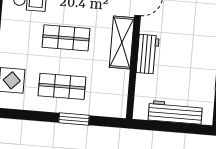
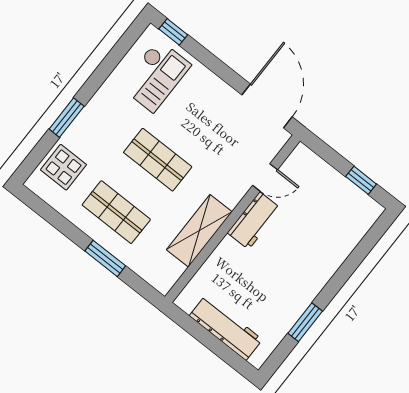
shelving: (122, 42) -> (199, 231), moved
workbench: (148, 54) -> (254, 221), moved

